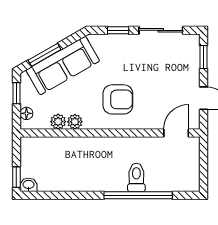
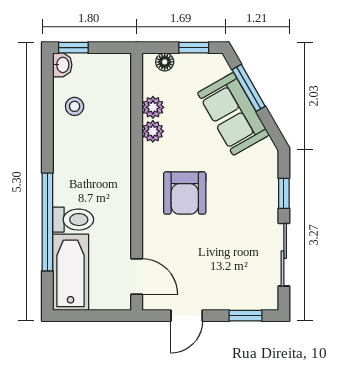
sofa: (63, 66) -> (233, 114), width x0.73
stool: (57, 176) -> (75, 106), added
bathtub: (173, 179) -> (71, 272), added

